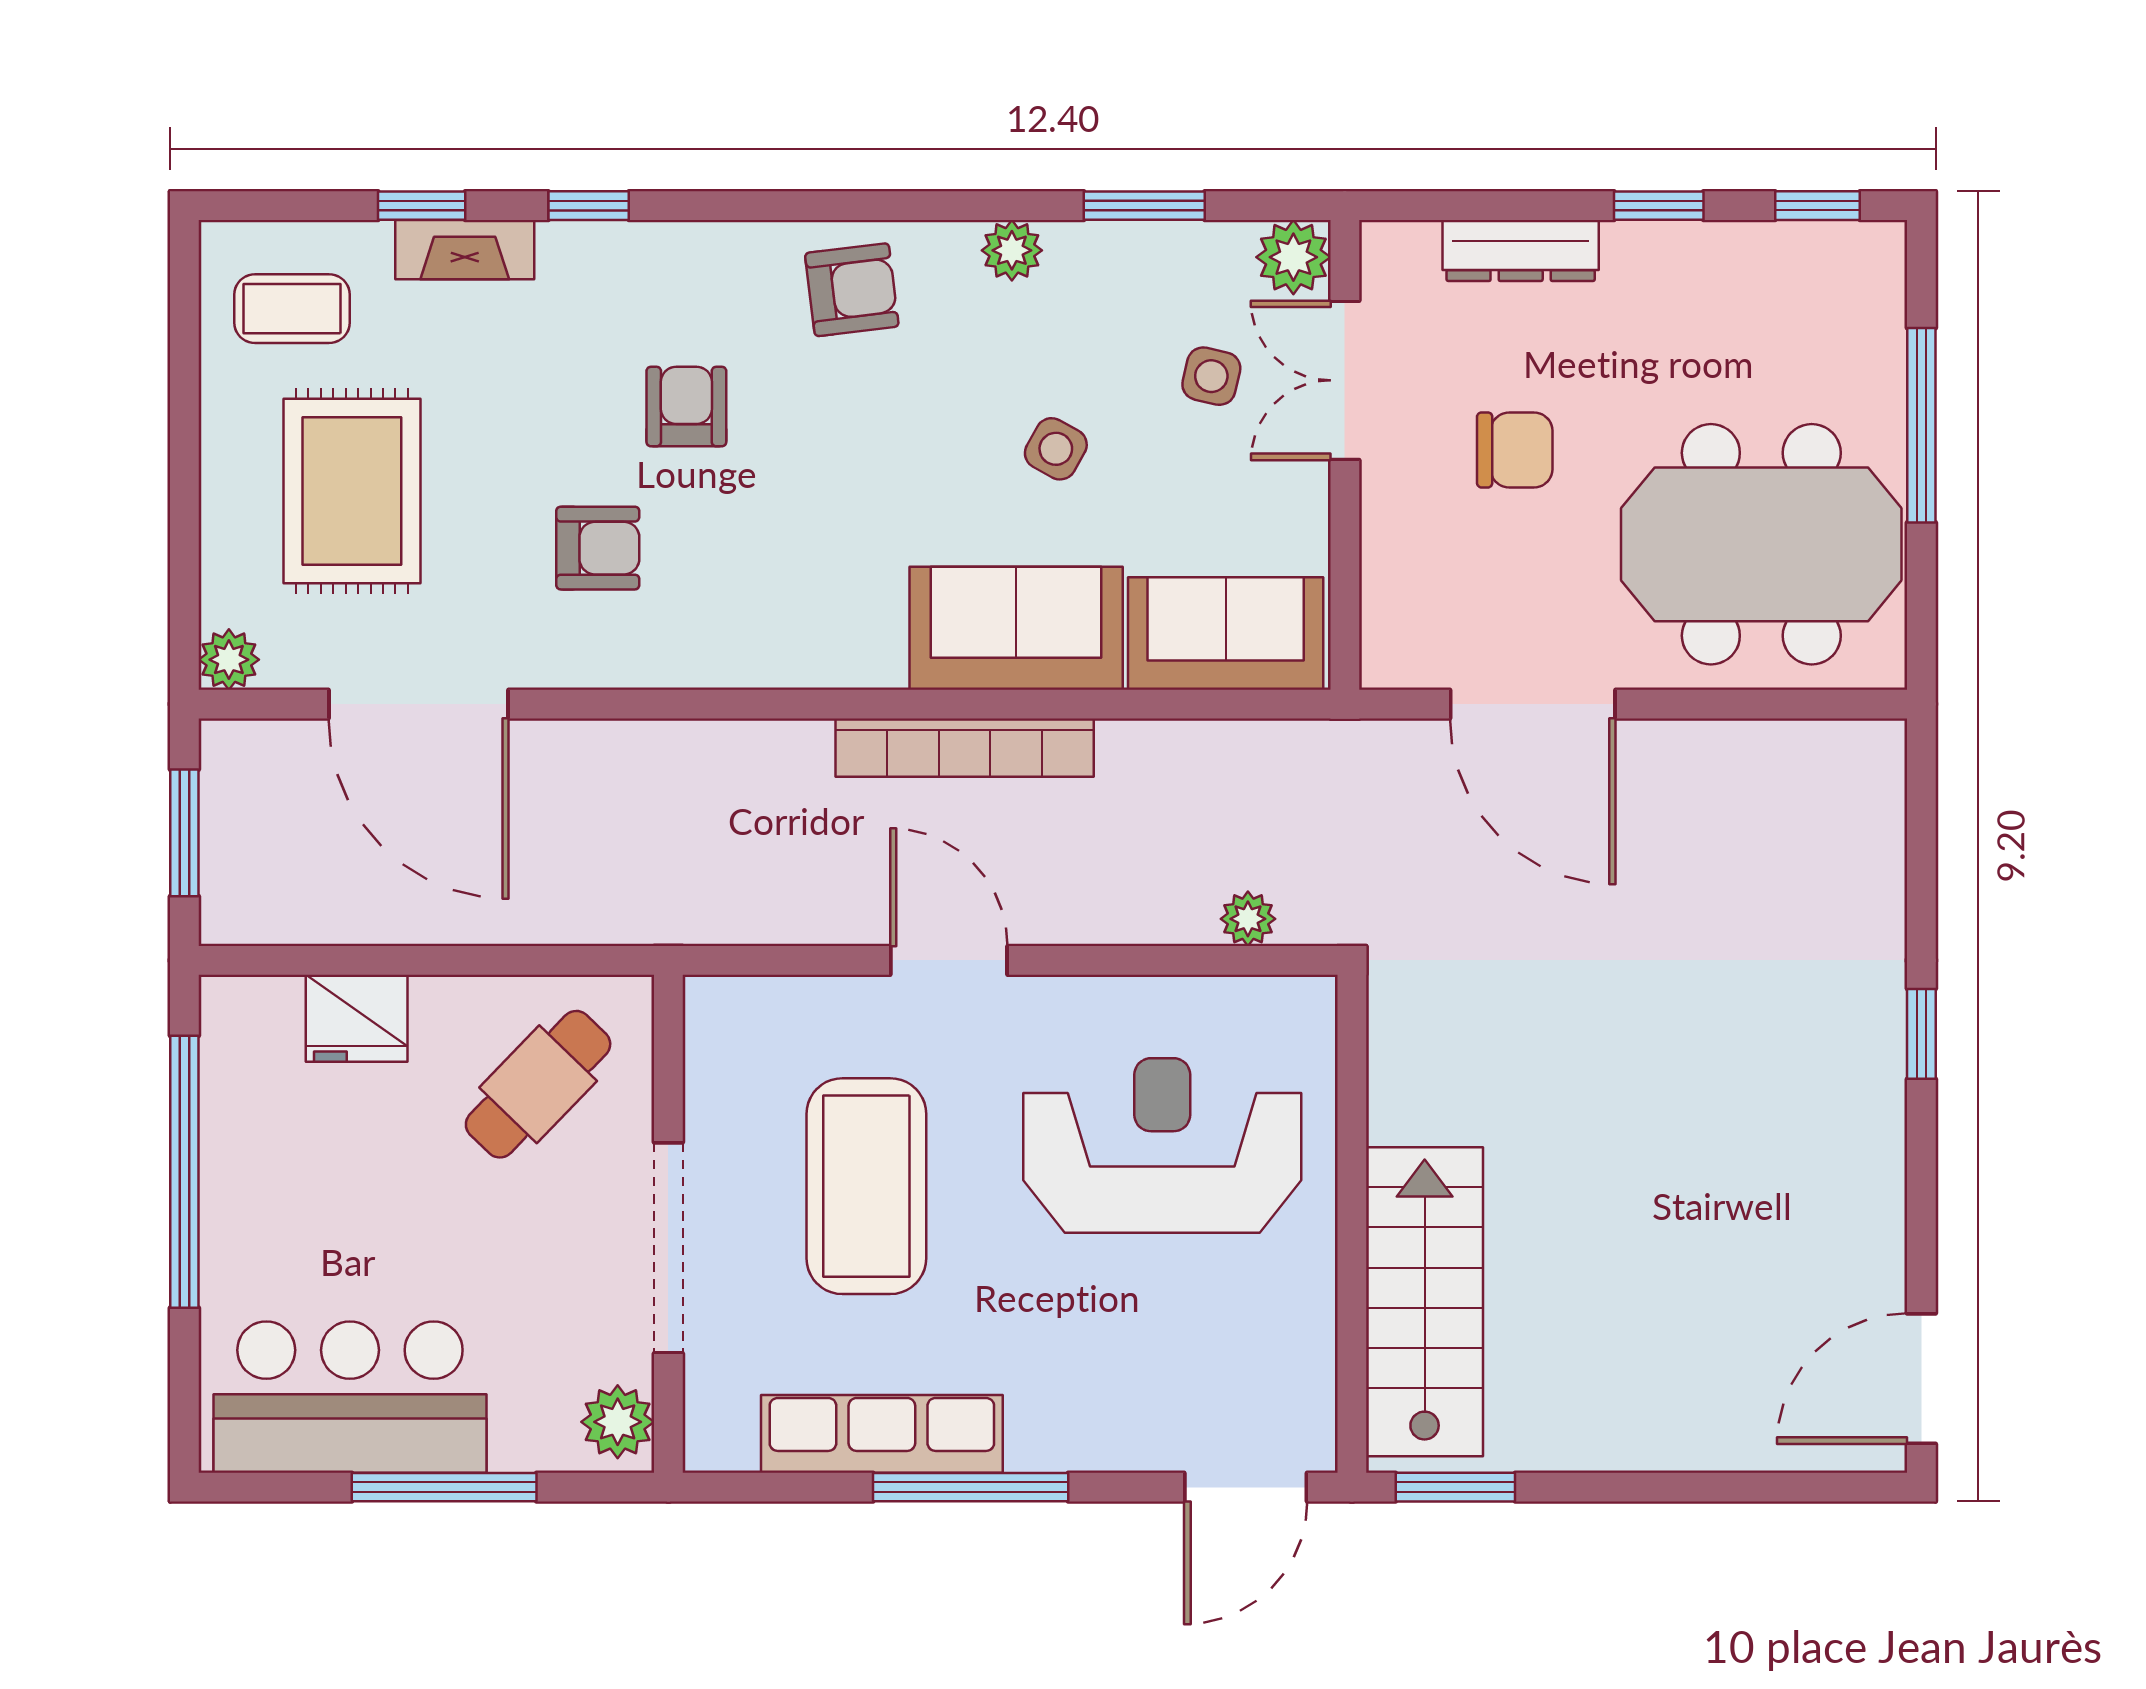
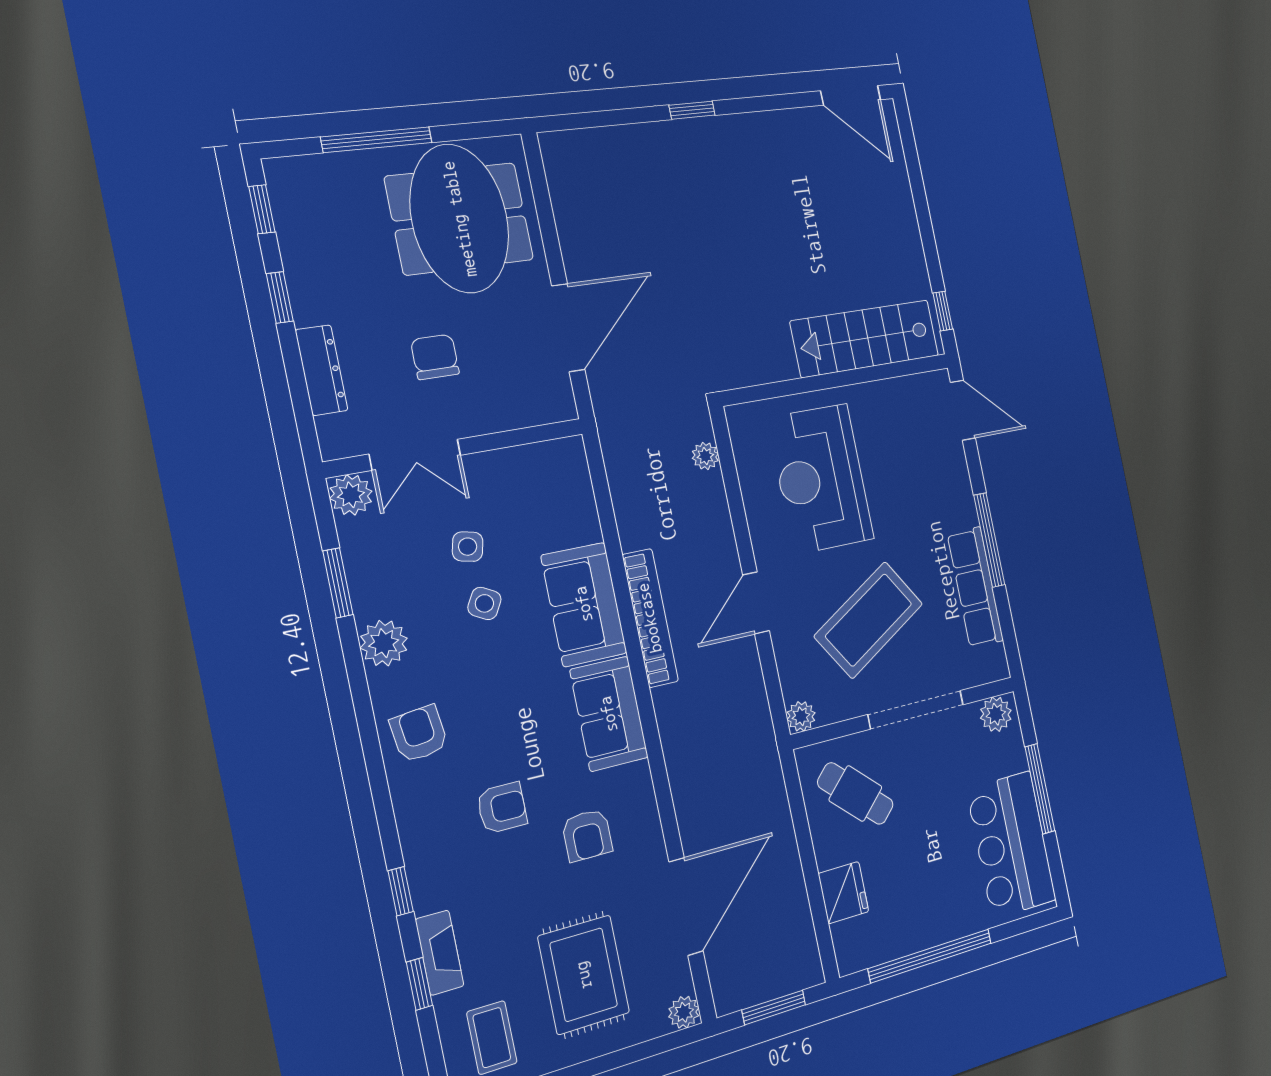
plant: (1012, 250) -> (384, 643), width x1.38, depth x1.38
side table: (1211, 376) -> (468, 547), moved
armchair: (686, 407) -> (502, 808), turned 180
rug: (352, 491) -> (584, 975), turned 90
armchair: (598, 548) -> (587, 835), turned 180
sofa: (1226, 633) -> (609, 714), moved
plant: (713, 1005) -> (801, 716), added
coffee table: (866, 1186) -> (869, 620), turned -32
window: (1455, 1487) -> (943, 311), width x0.67

